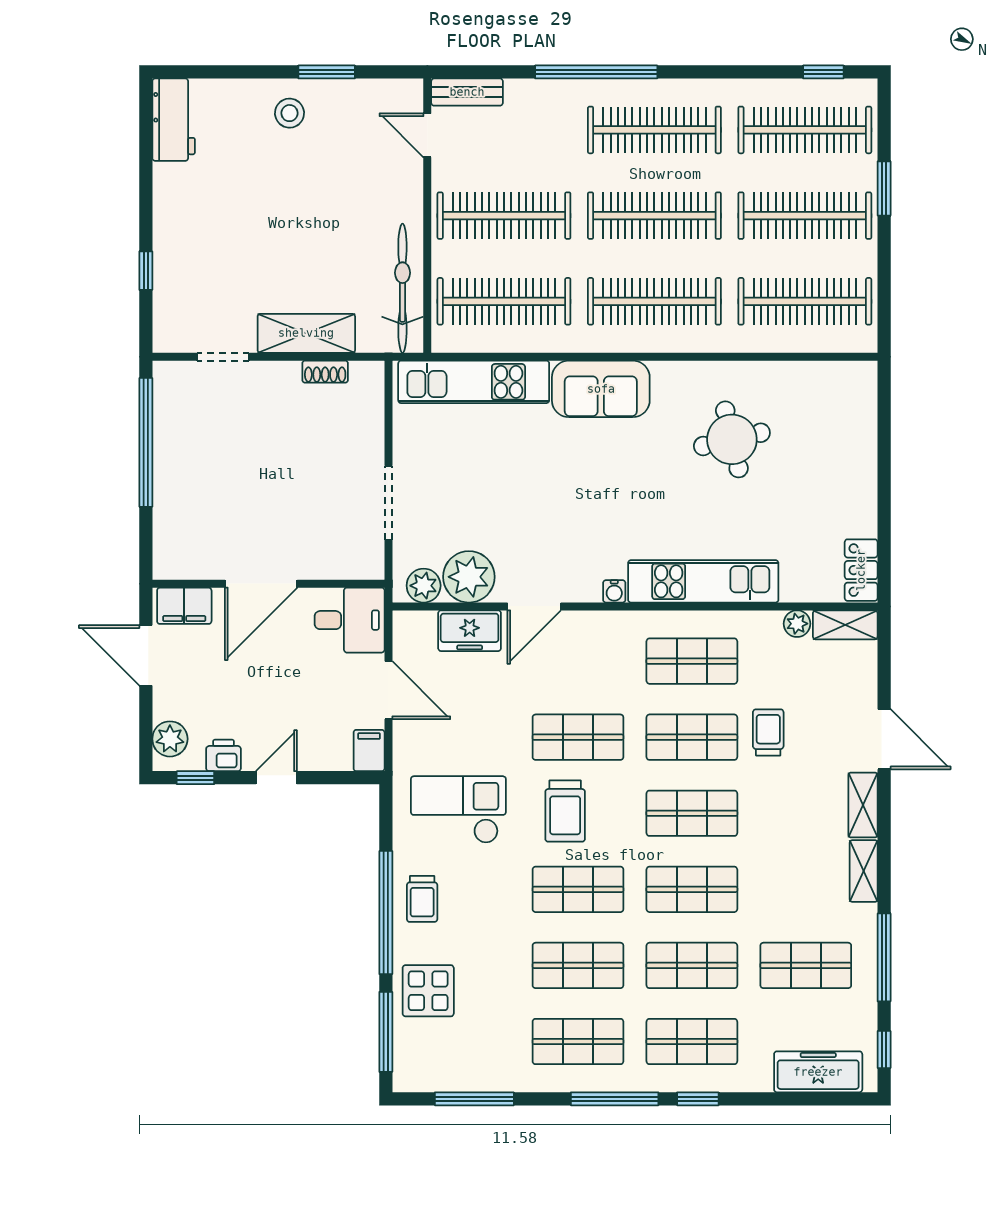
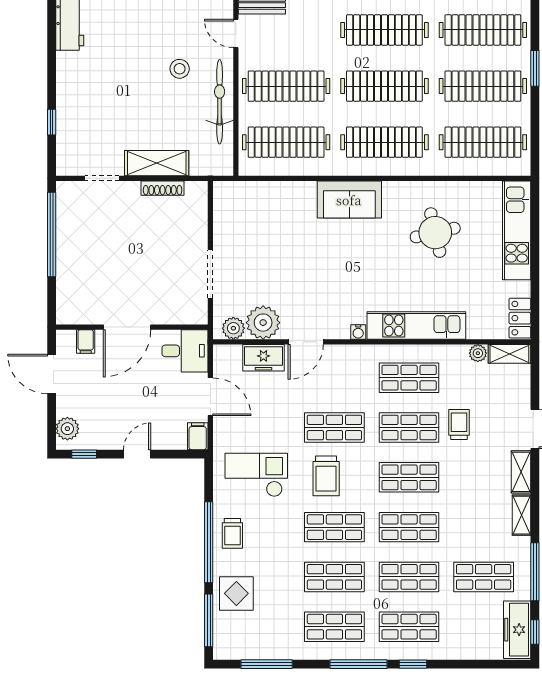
stool: (289, 113) -> (180, 69), moved
bicycle: (402, 288) -> (220, 102), moved
shoe rack: (325, 372) -> (163, 188), width x1.43
kitchen unit: (474, 382) -> (517, 230), moved, turned 90
filing cabinet: (184, 606) -> (86, 341), width x0.50
printer: (223, 755) -> (102, 439), removed
freezer: (818, 1072) -> (517, 630), moved, turned -90

